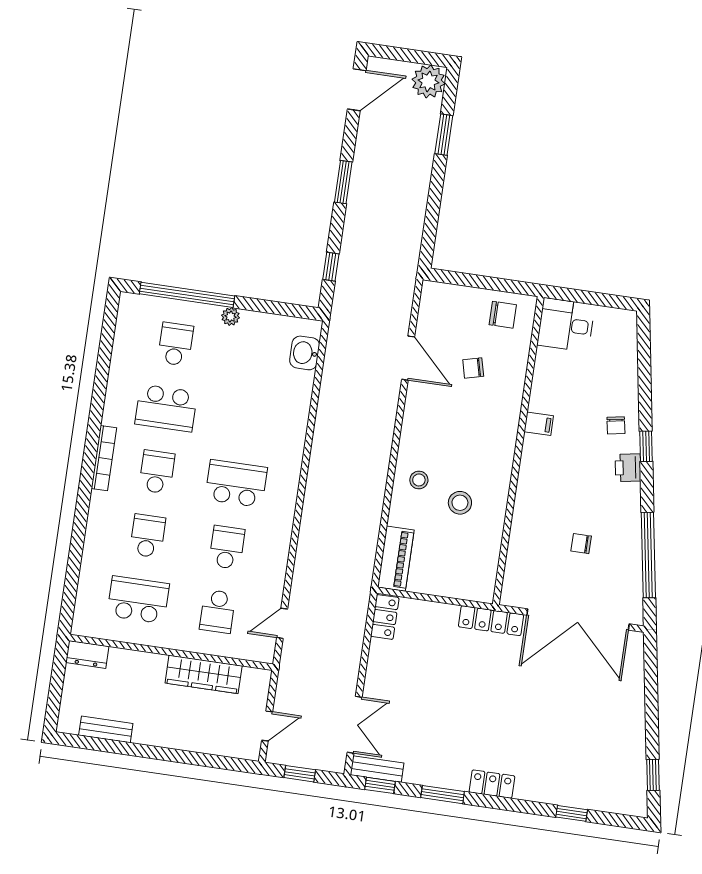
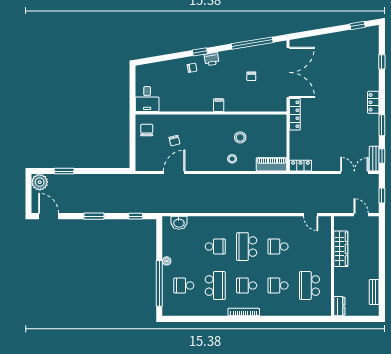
filing cabinet: (539, 424) -> (219, 105), moved
school desk: (218, 611) -> (215, 247), moved

